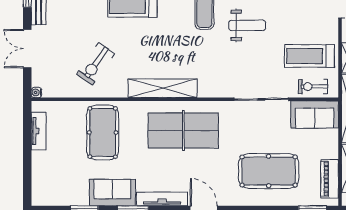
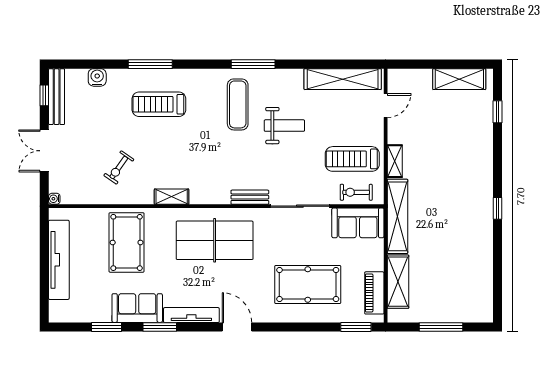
exercise bike: (95, 64) -> (119, 168), width x0.73, depth x0.72
shelving: (163, 88) -> (172, 197), width x0.45, depth x0.75
bench: (216, 91) -> (250, 197), added
tv unit: (39, 131) -> (59, 260), width x1.92, depth x1.29

